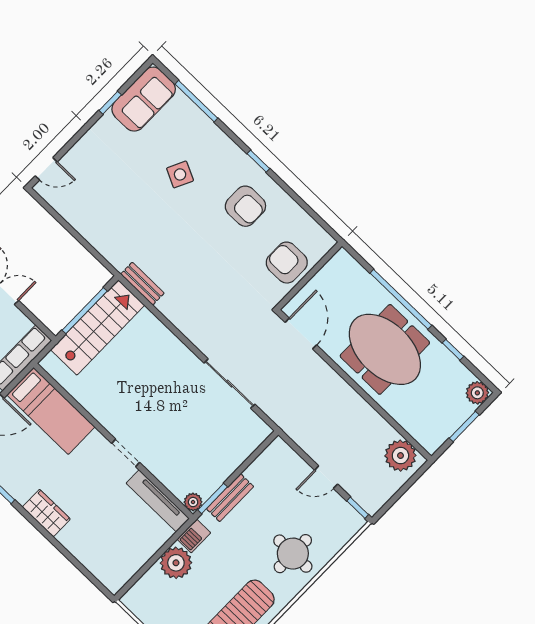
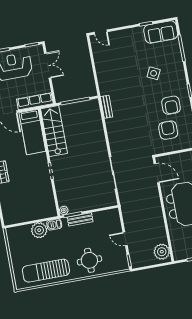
armchair: (287, 263) -> (168, 130), moved
stairs: (98, 327) -> (54, 131), moved, turned -90
door: (301, 334) -> (157, 173), hinge flipped
tv unit: (158, 501) -> (50, 200), removed

